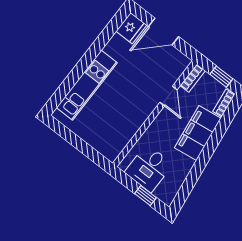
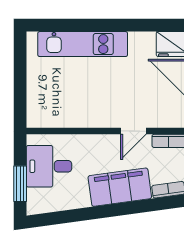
window: (146, 196) -> (20, 184), width x1.50

